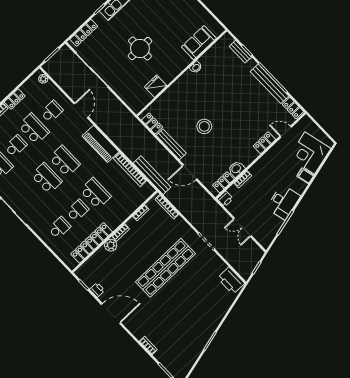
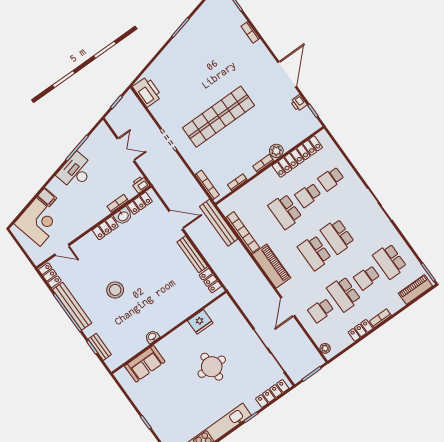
stool: (204, 126) -> (115, 290), moved
locker: (264, 143) -> (105, 228), moved
door: (111, 313) -> (287, 74), swing flipped

